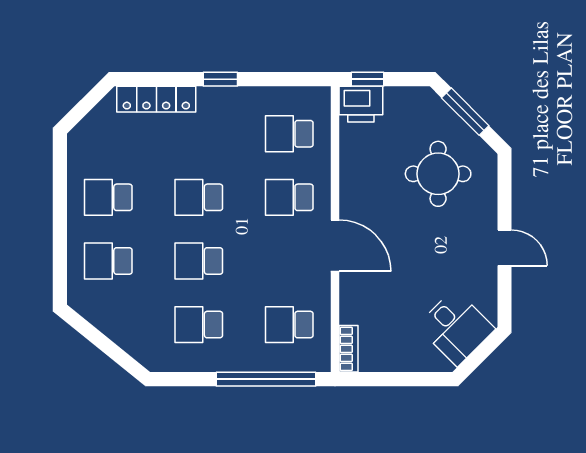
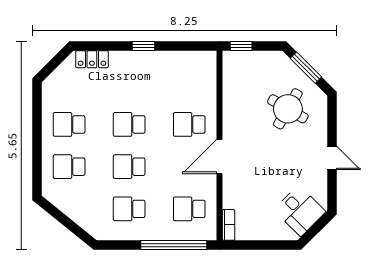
locker: (156, 99) -> (92, 59), width x0.66
printer: (361, 104) -> (237, 63), removed
school desk: (289, 134) -> (189, 82), removed
round table: (438, 174) -> (288, 109), turned 30
door: (335, 246) -> (219, 156), swing flipped

